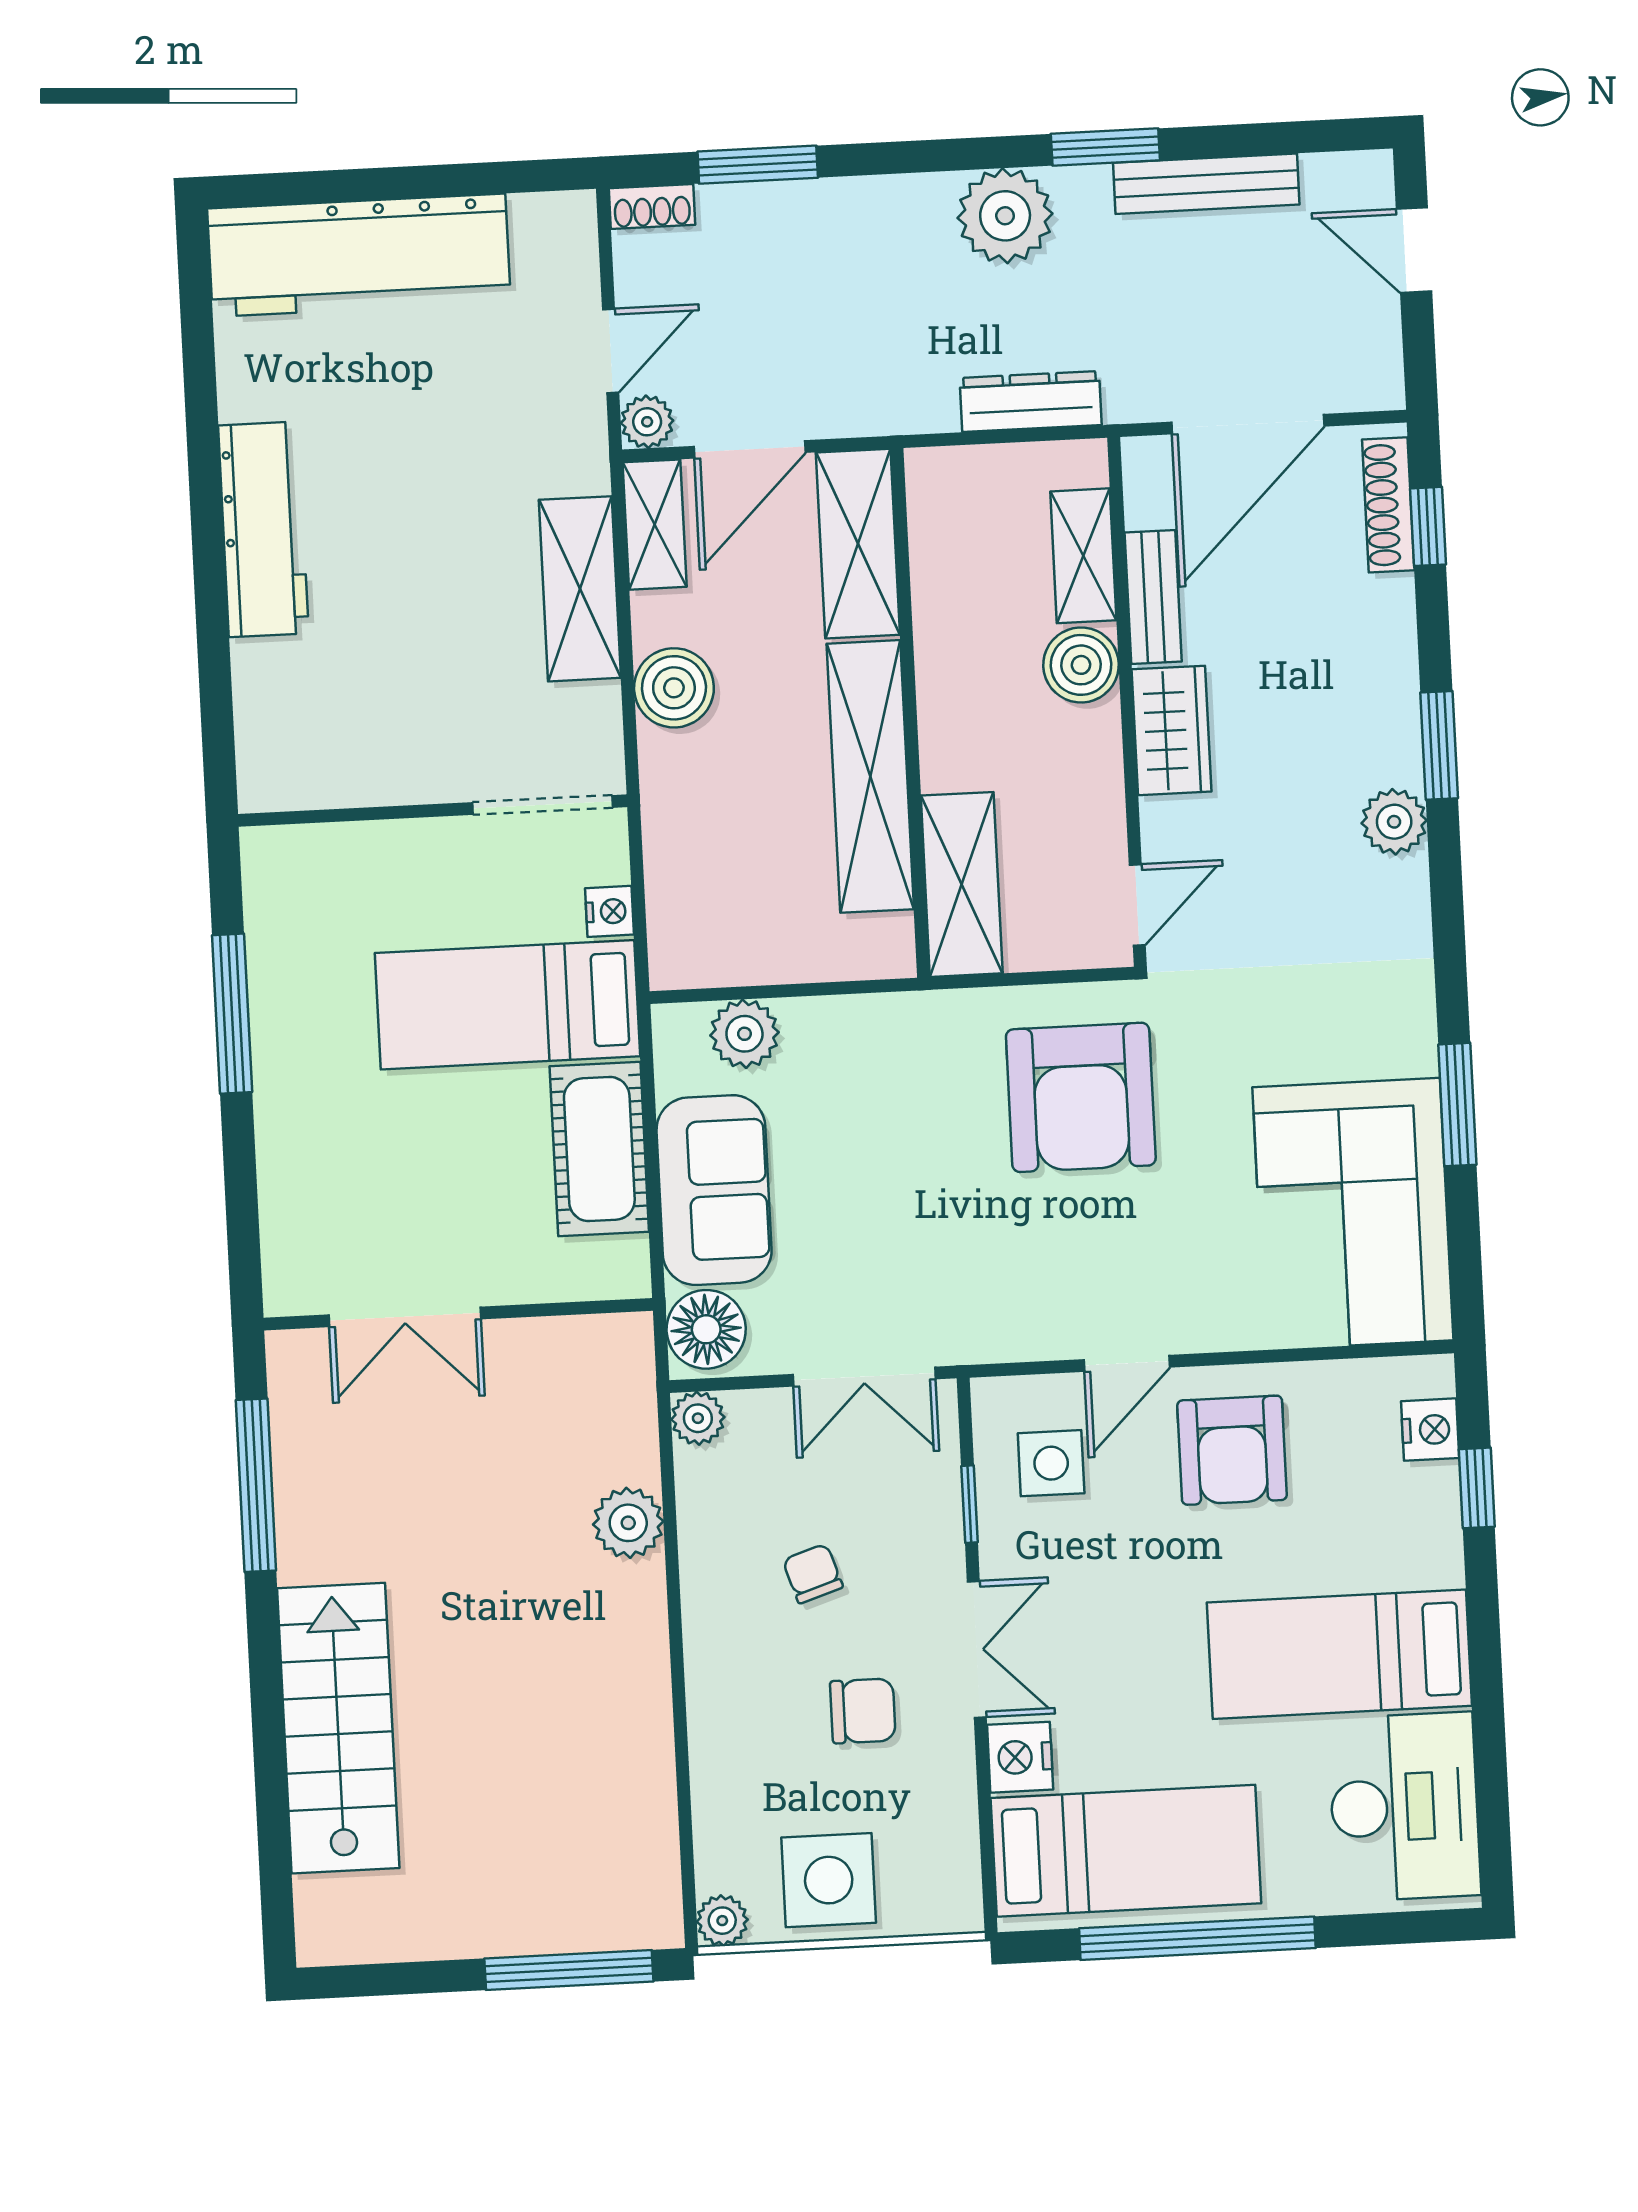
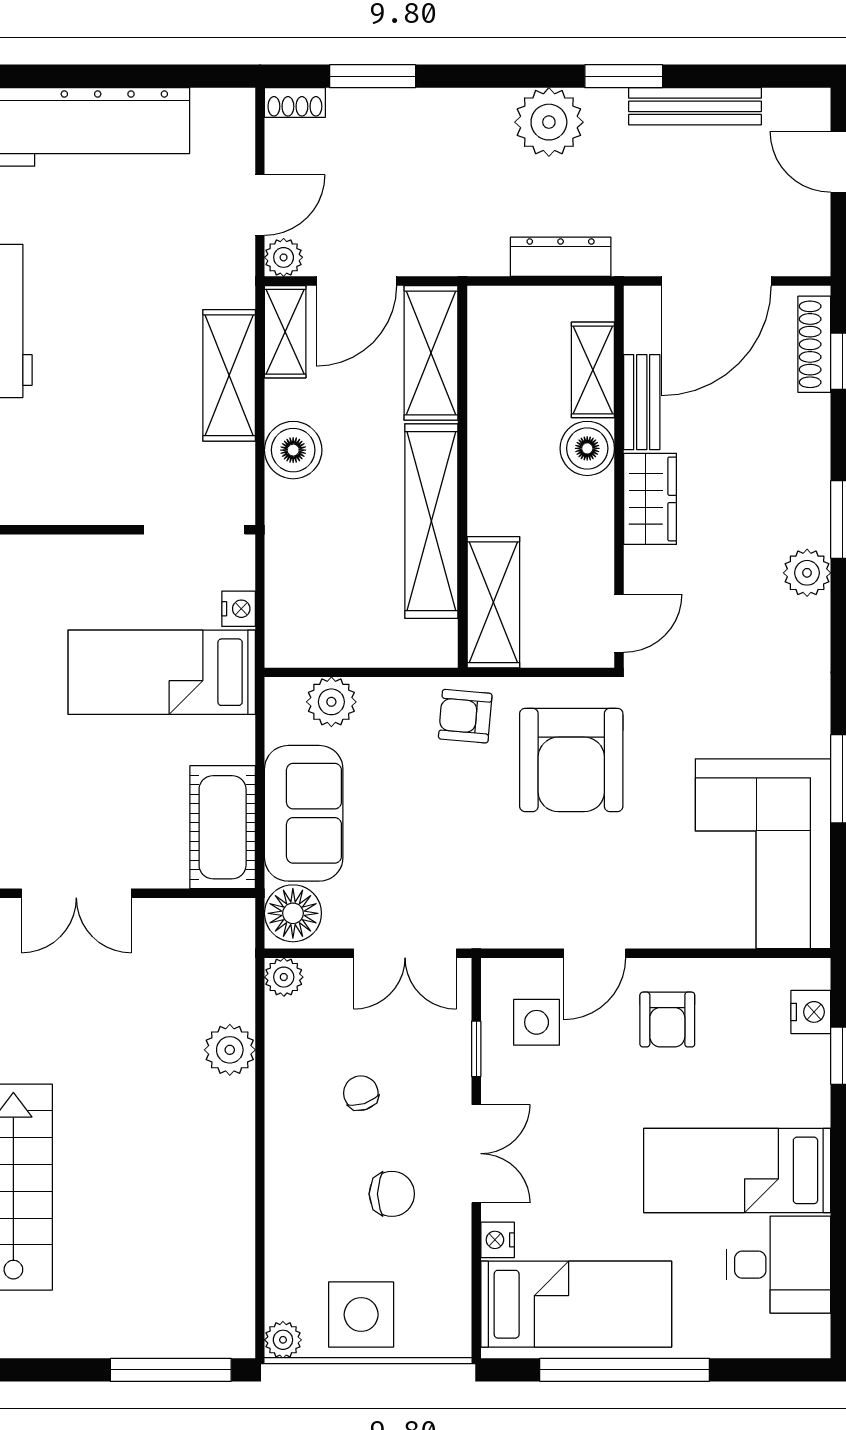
armchair: (931, 1044) -> (465, 716), added
cot: (599, 1149) -> (223, 827), moved
armchair: (1232, 1450) -> (667, 1020), width x0.72, depth x0.72
nightstand: (1020, 1757) -> (498, 1240), width x0.72, depth x0.74
desk: (1404, 1807) -> (778, 1265), width x0.73

